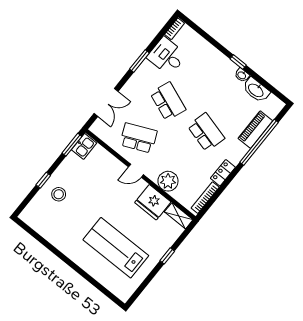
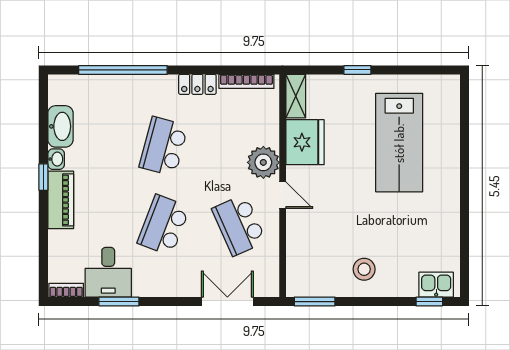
window: (139, 61) -> (119, 302), moved
piano: (255, 130) -> (61, 200), moved, turned -90
kitchen sink: (84, 146) -> (436, 285), moved
window: (43, 180) -> (429, 302), moved
plant: (168, 181) -> (263, 162), moved
stool: (59, 194) -> (364, 269), moved

